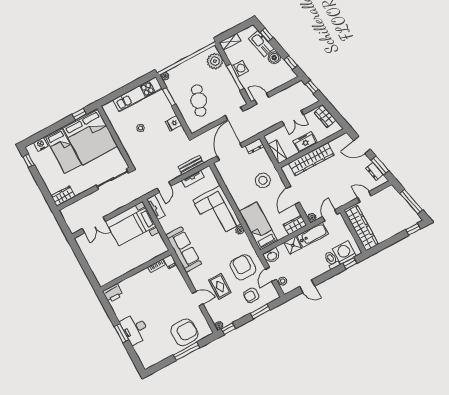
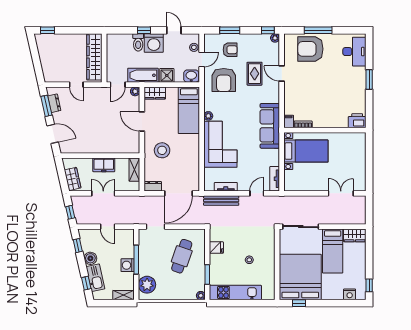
door: (262, 99) -> (108, 227), moved
bed: (63, 150) -> (333, 251), moved, turned 180
wardrobe: (311, 159) -> (107, 146), removed
bench: (191, 165) -> (221, 200), width x1.36
door: (293, 195) -> (142, 121), swing flipped
window: (411, 202) -> (35, 57), removed
bed with nightstands: (132, 227) -> (306, 151), moved
washing machine: (344, 252) -> (154, 43), moved
window: (350, 263) -> (144, 30), moved
desk: (135, 329) -> (354, 52), moved

